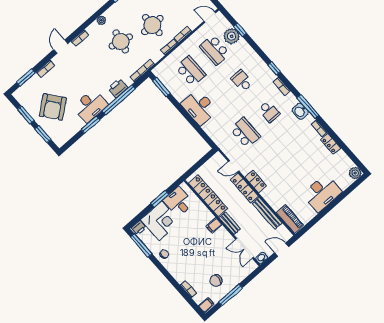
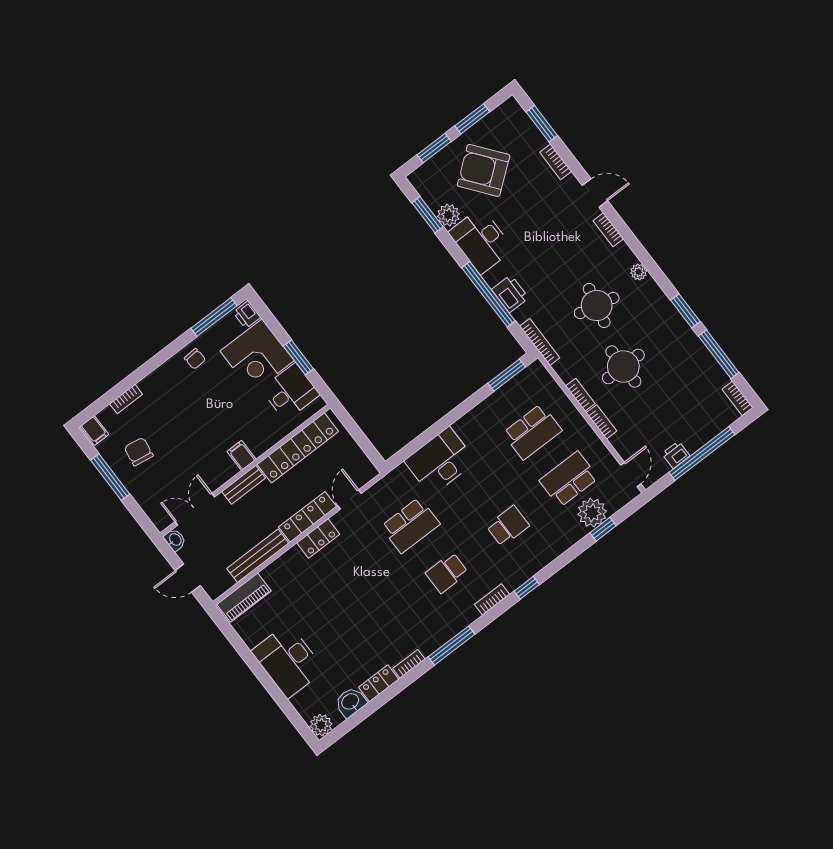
desk: (199, 107) -> (440, 461), moved
washbasin: (300, 111) -> (351, 702), moved
plant: (78, 124) -> (448, 215), added
window: (90, 125) -> (427, 215), moved
door: (282, 250) -> (188, 578), swing flipped

